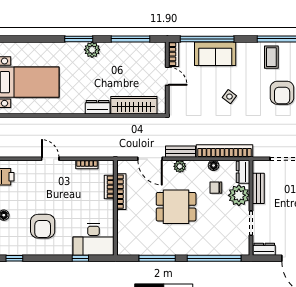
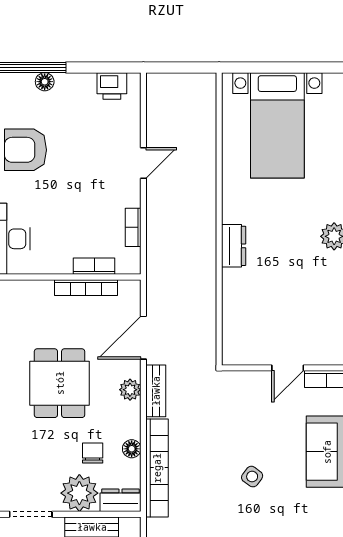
wardrobe: (134, 105) -> (237, 309), removed

